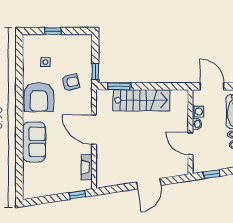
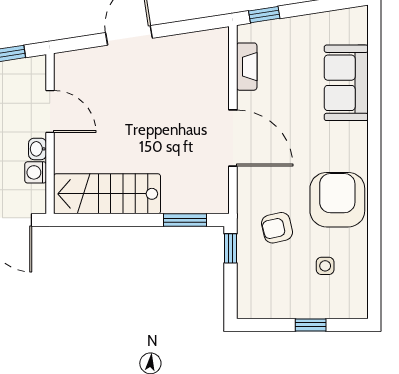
stairs: (141, 100) -> (107, 194), moved
sofa: (34, 142) -> (346, 83), moved

